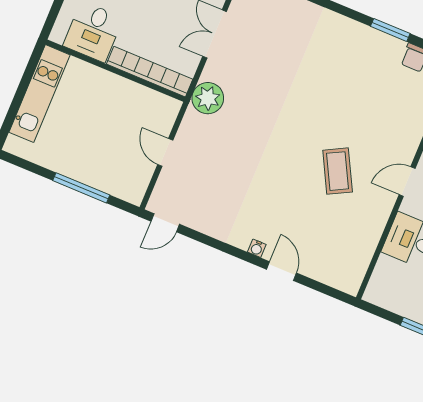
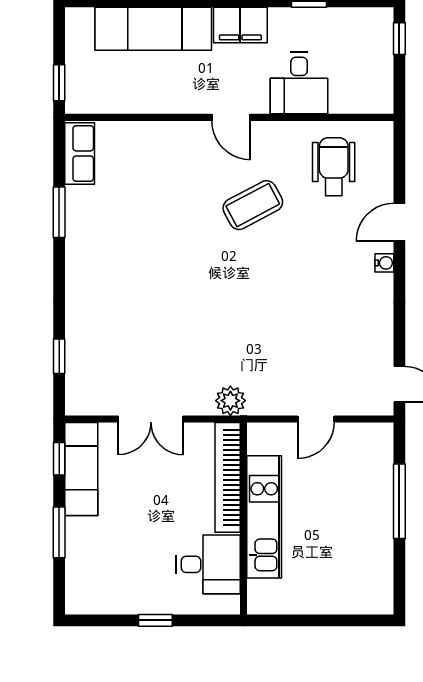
kitchen unit: (39, 94) -> (264, 517), moved, turned 90
plant: (208, 98) -> (230, 401), width x0.73, depth x0.73
wheelchair: (341, 241) -> (334, 167), added

